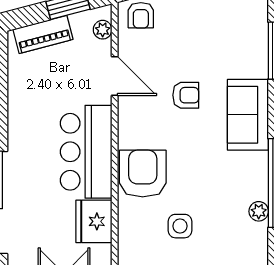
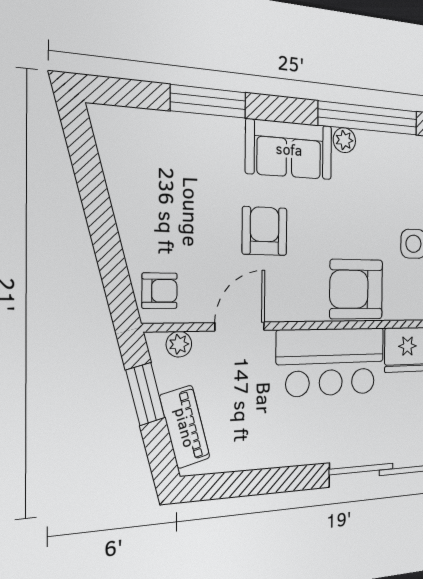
armchair: (186, 95) -> (265, 231), width x1.38, depth x1.38
plant: (259, 211) -> (344, 140), moved

